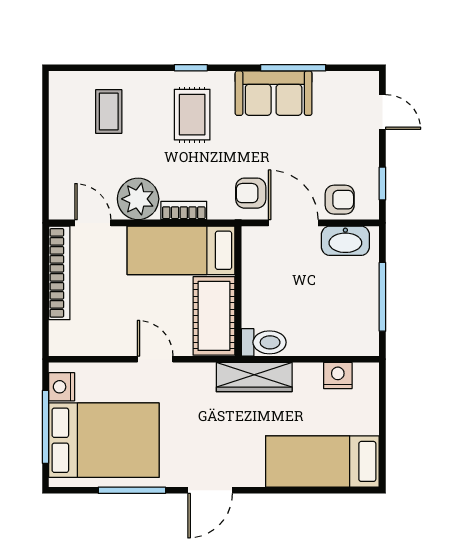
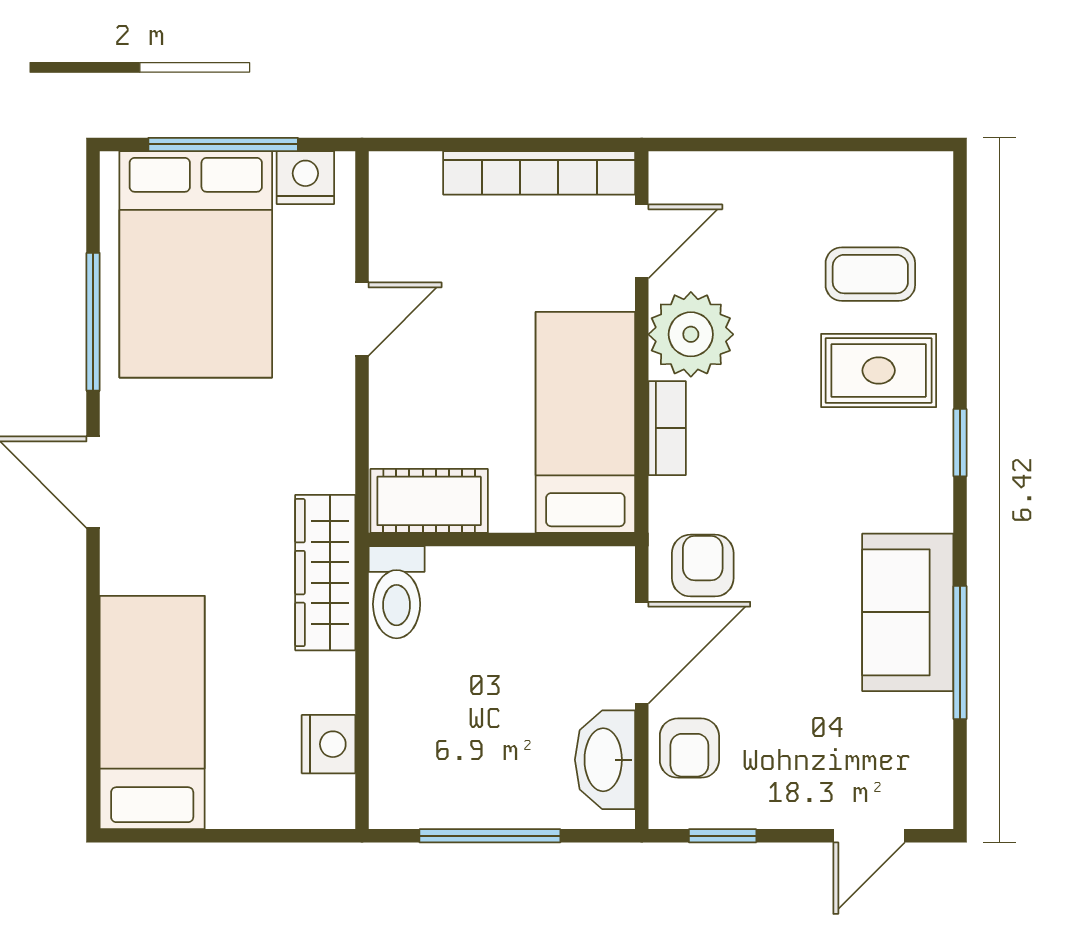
rug: (192, 115) -> (879, 370), moved
cot: (214, 316) -> (429, 501), width x0.73, depth x0.75
door: (155, 359) -> (362, 319), moved

